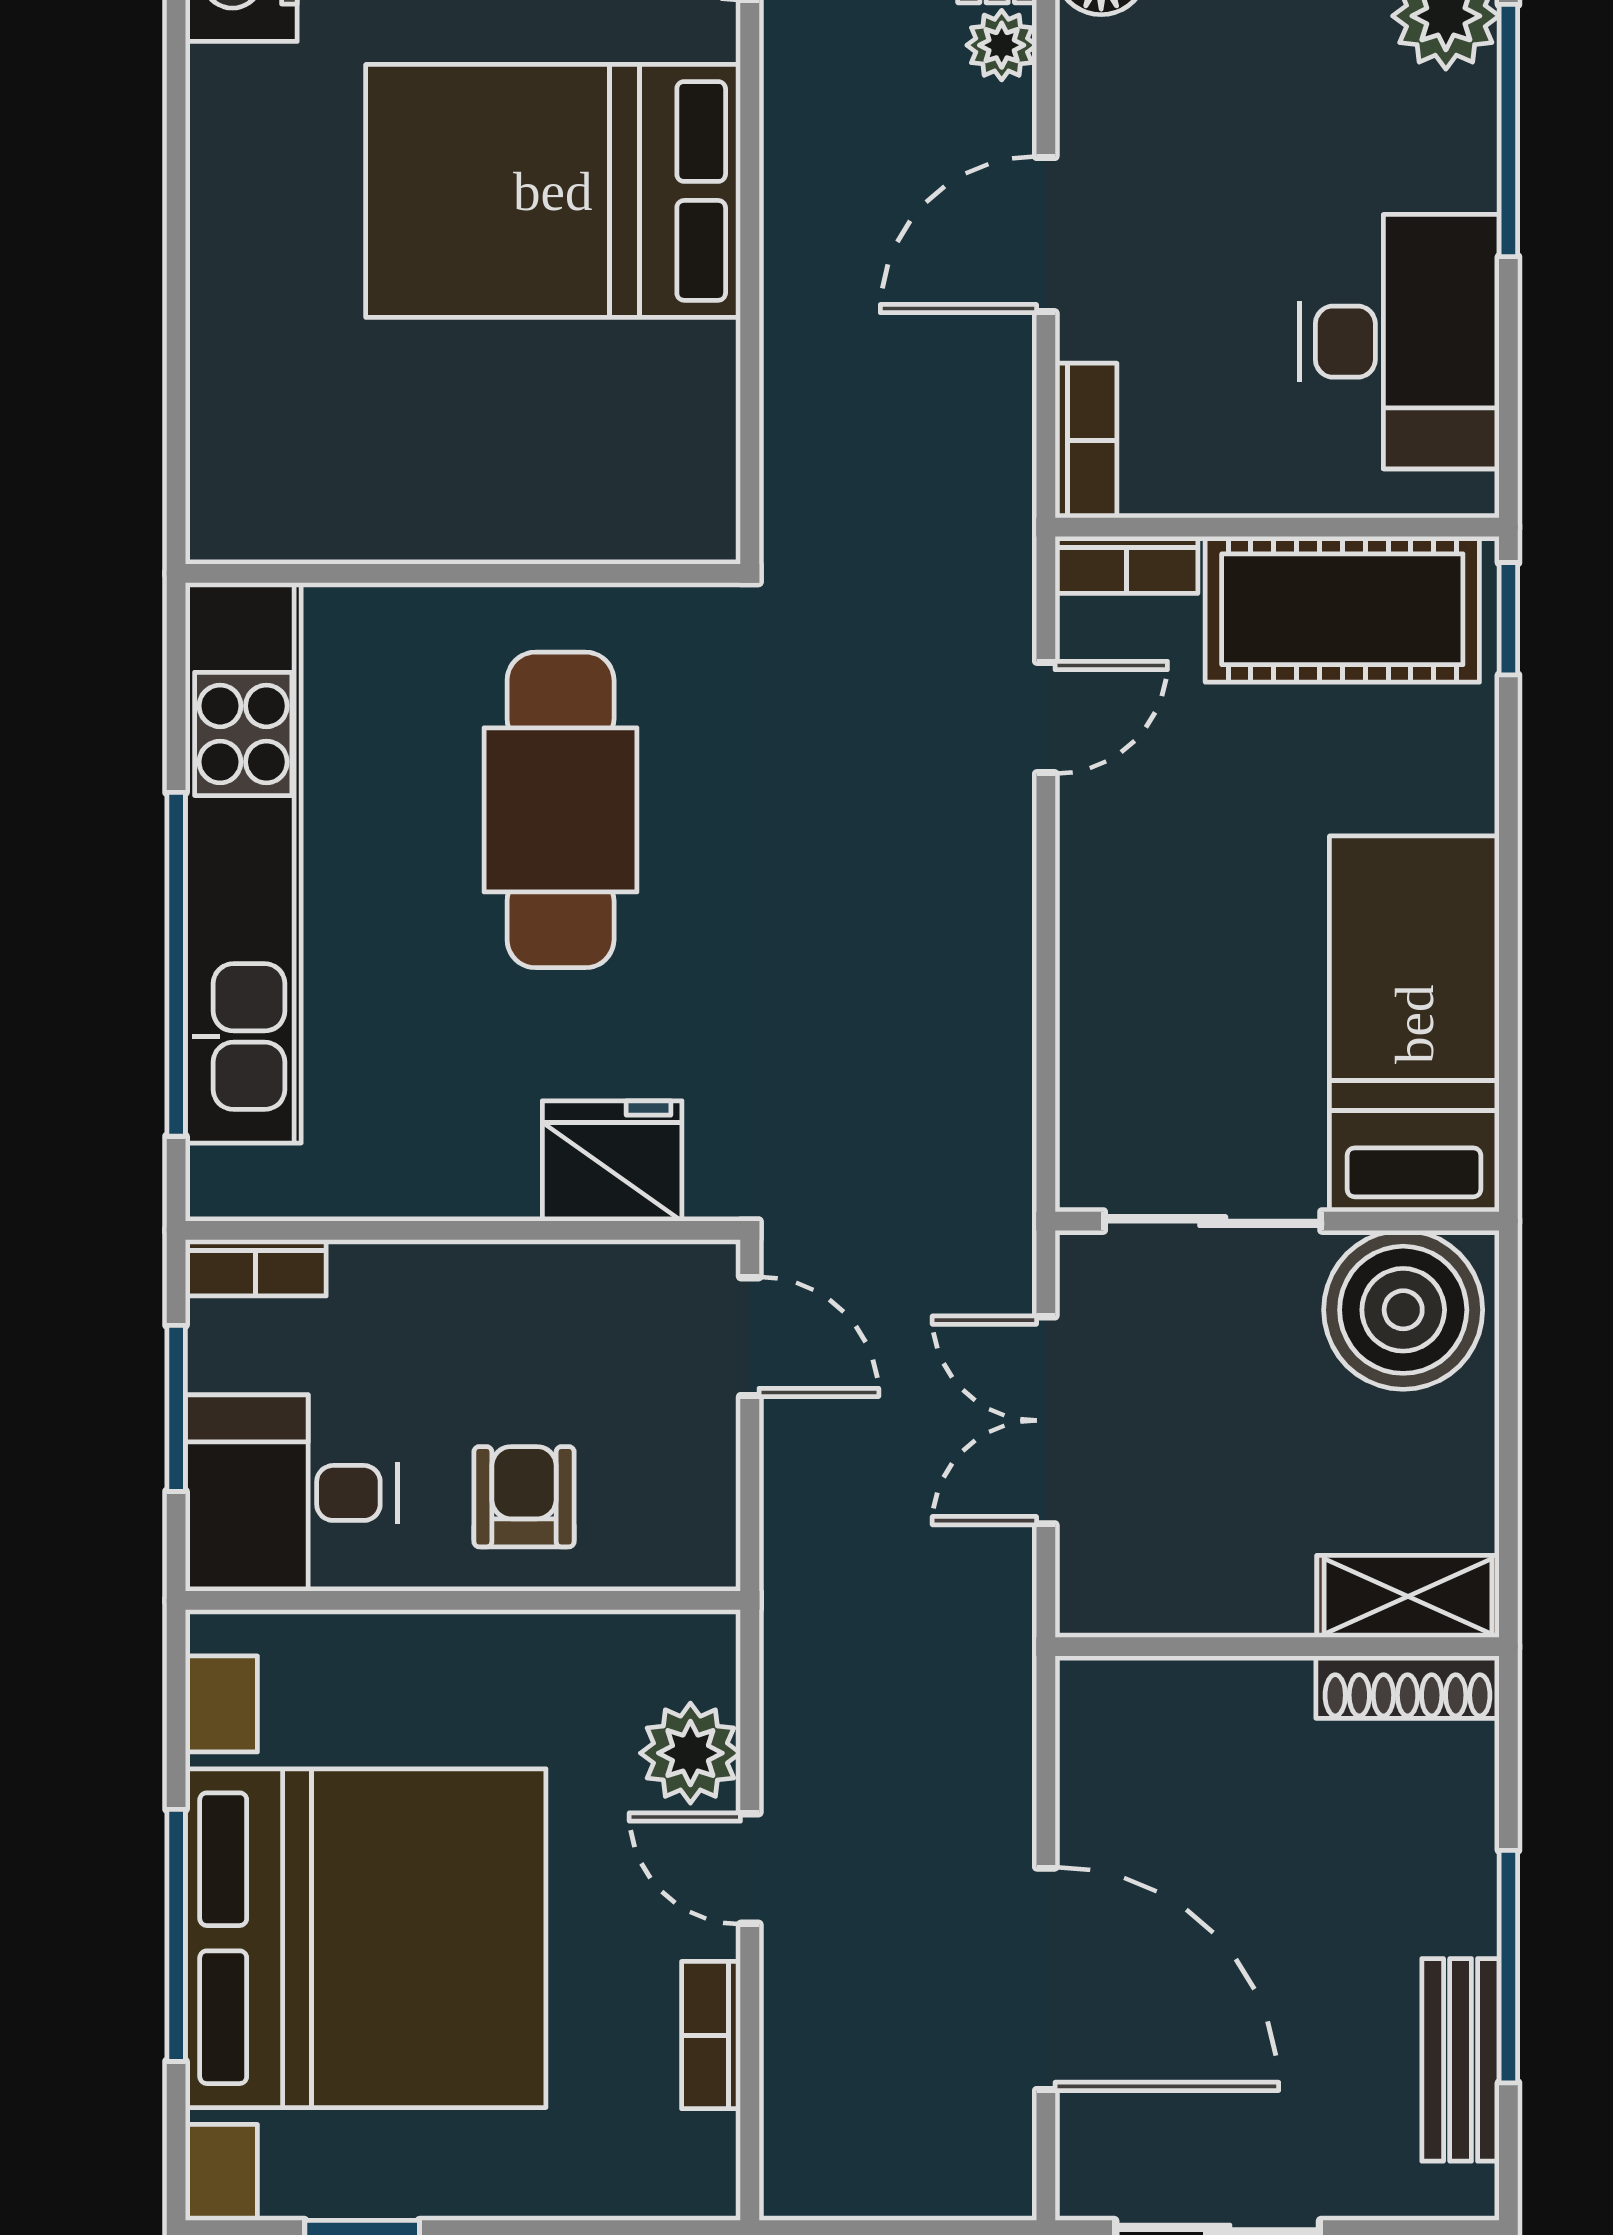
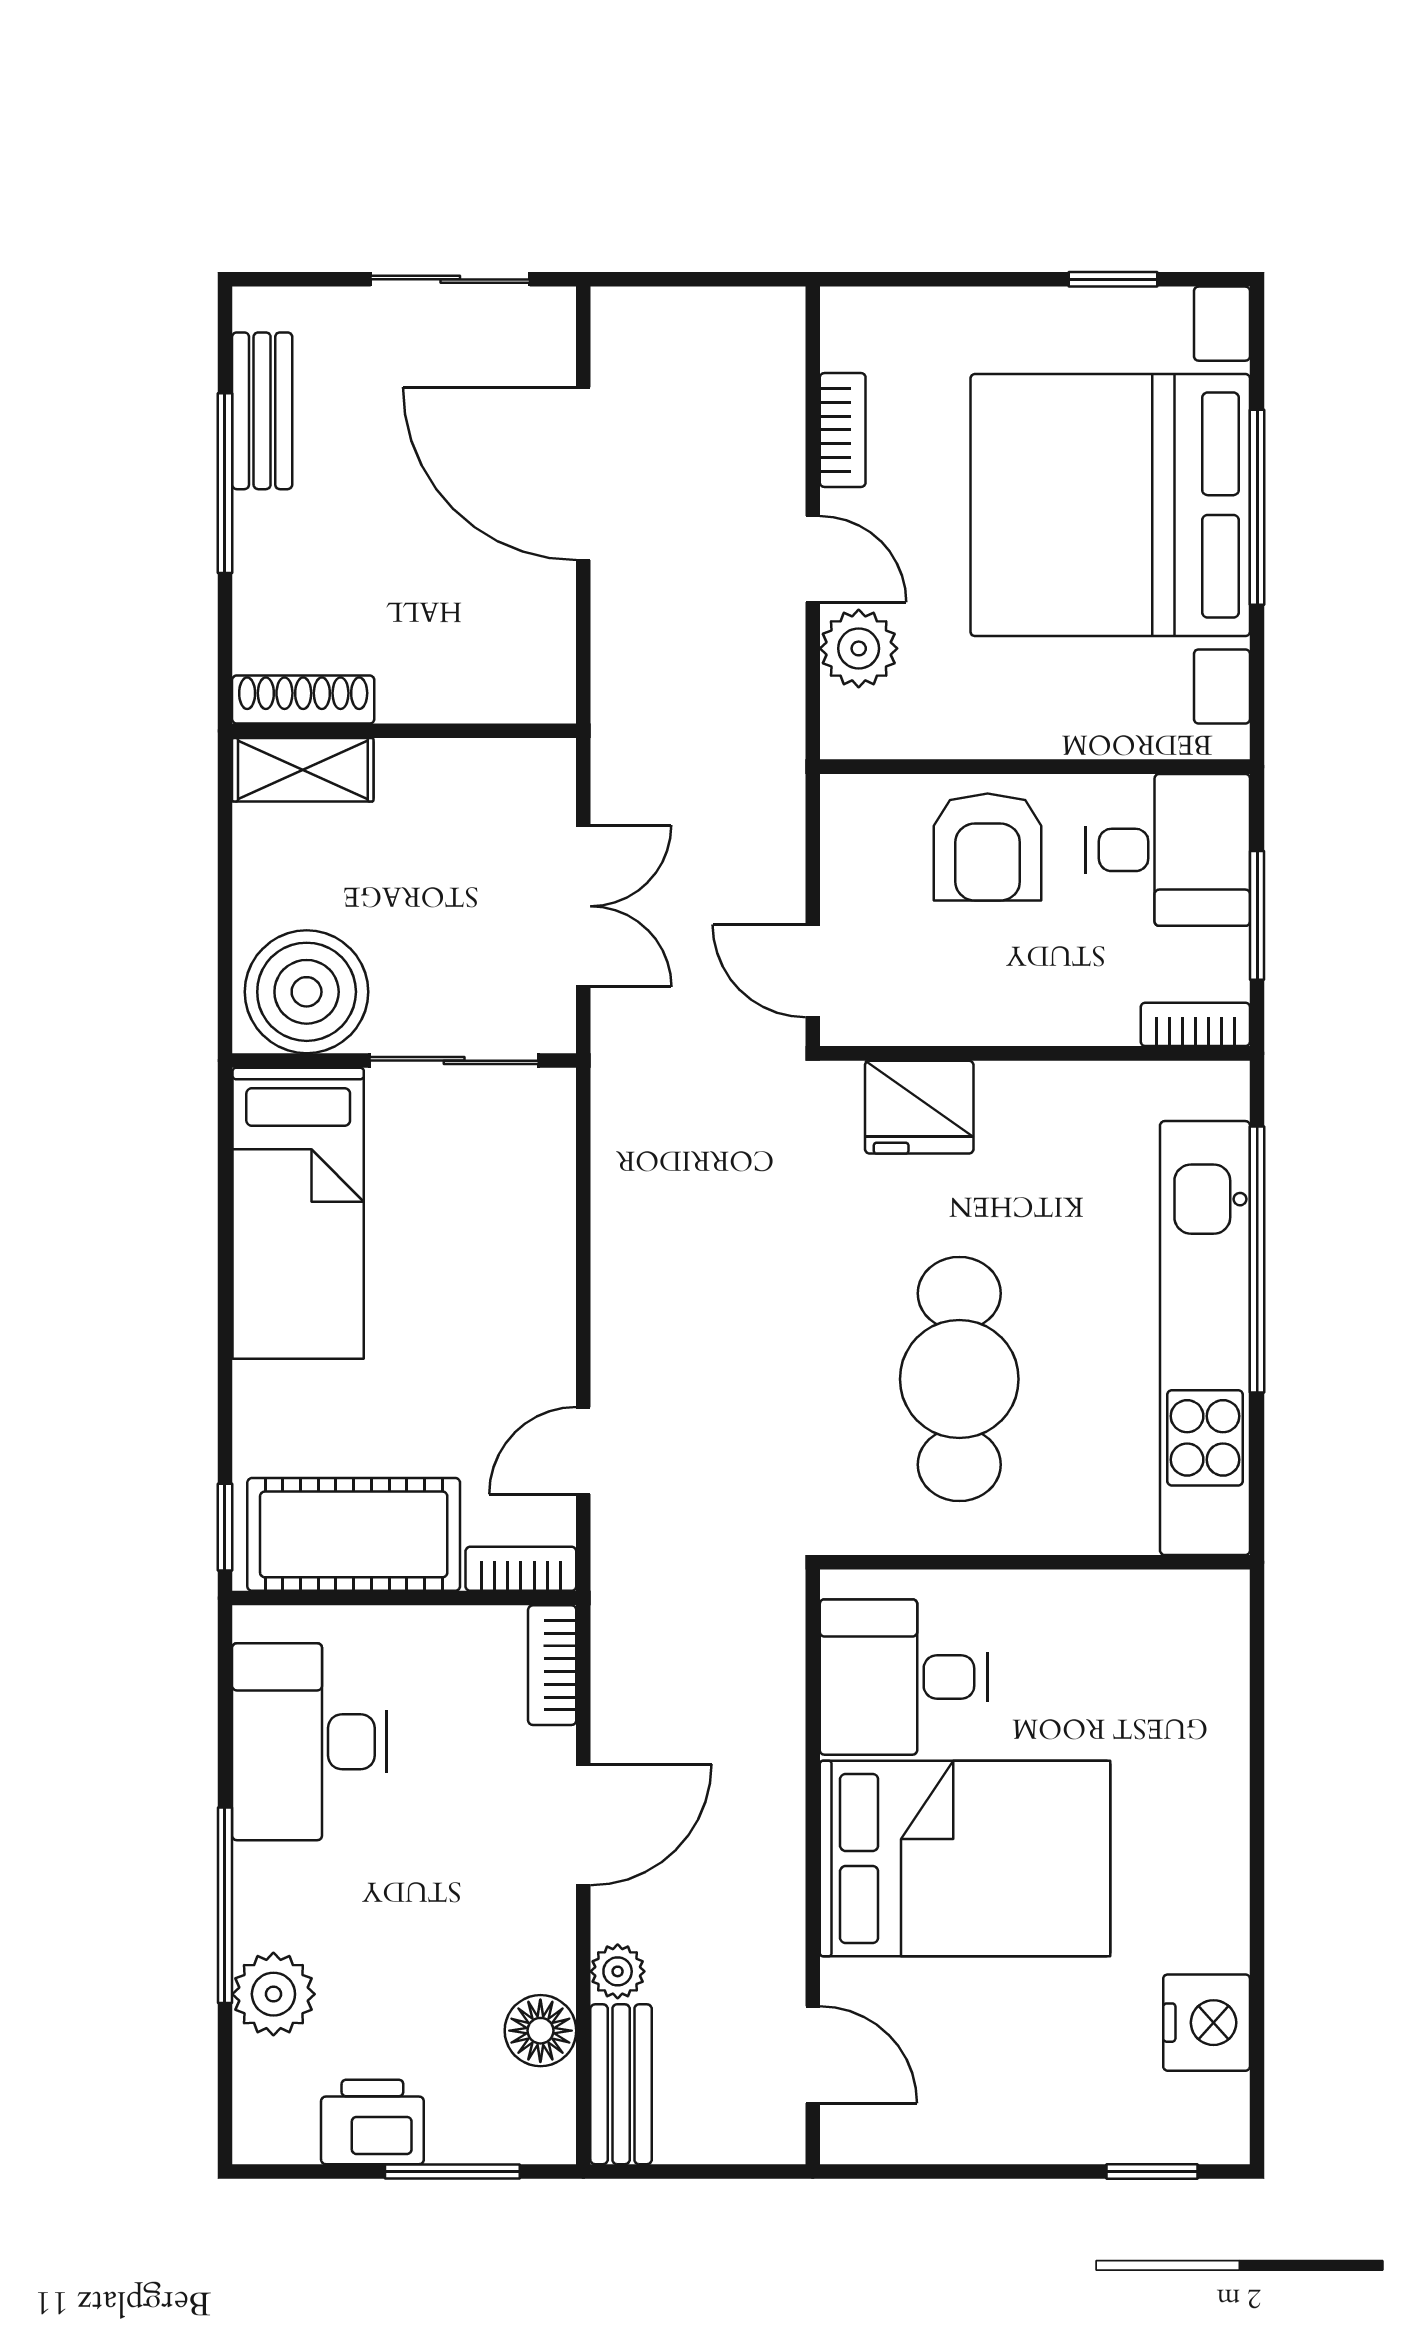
desk: (632, 425) -> (904, 1677), added
armchair: (524, 1497) -> (988, 847), width x1.38, depth x1.38

